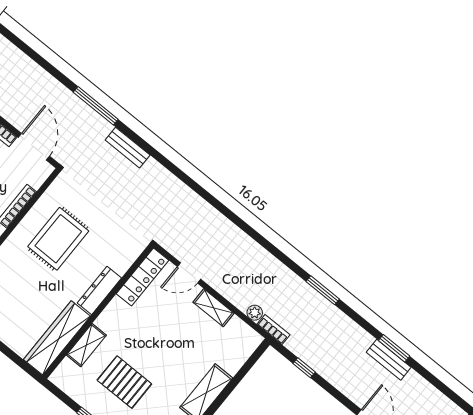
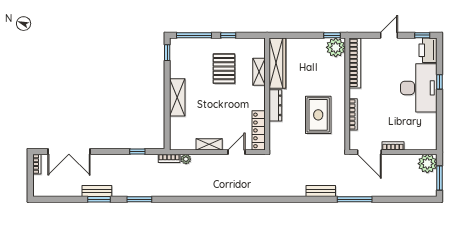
window: (323, 290) -> (139, 199), moved
pallet: (124, 382) -> (224, 69), turned 90

